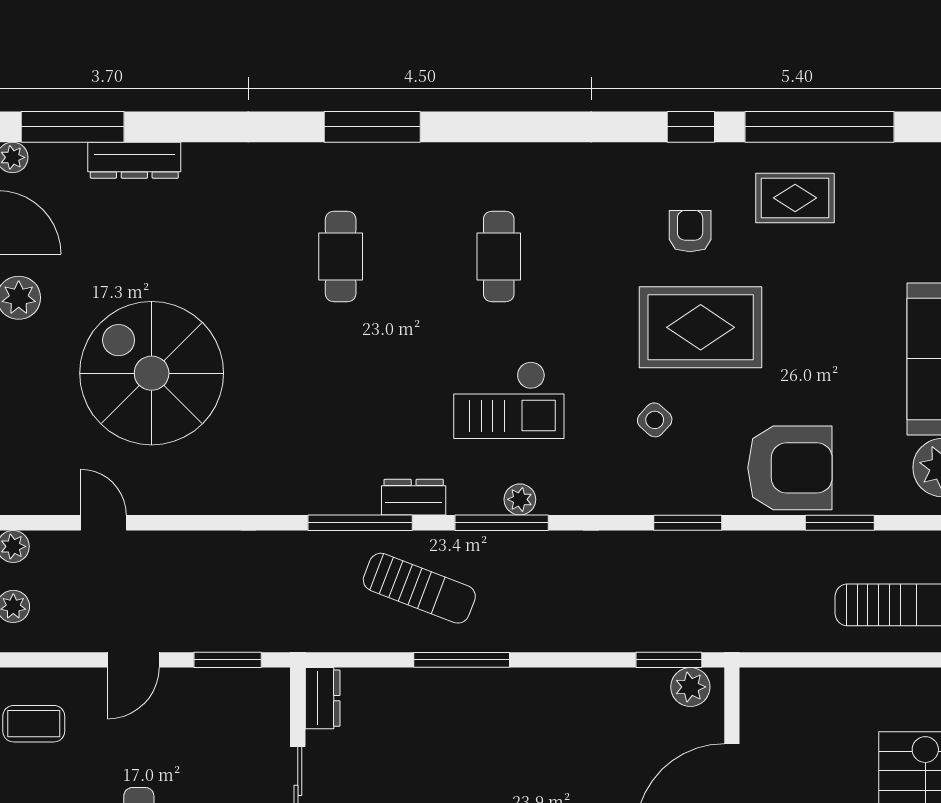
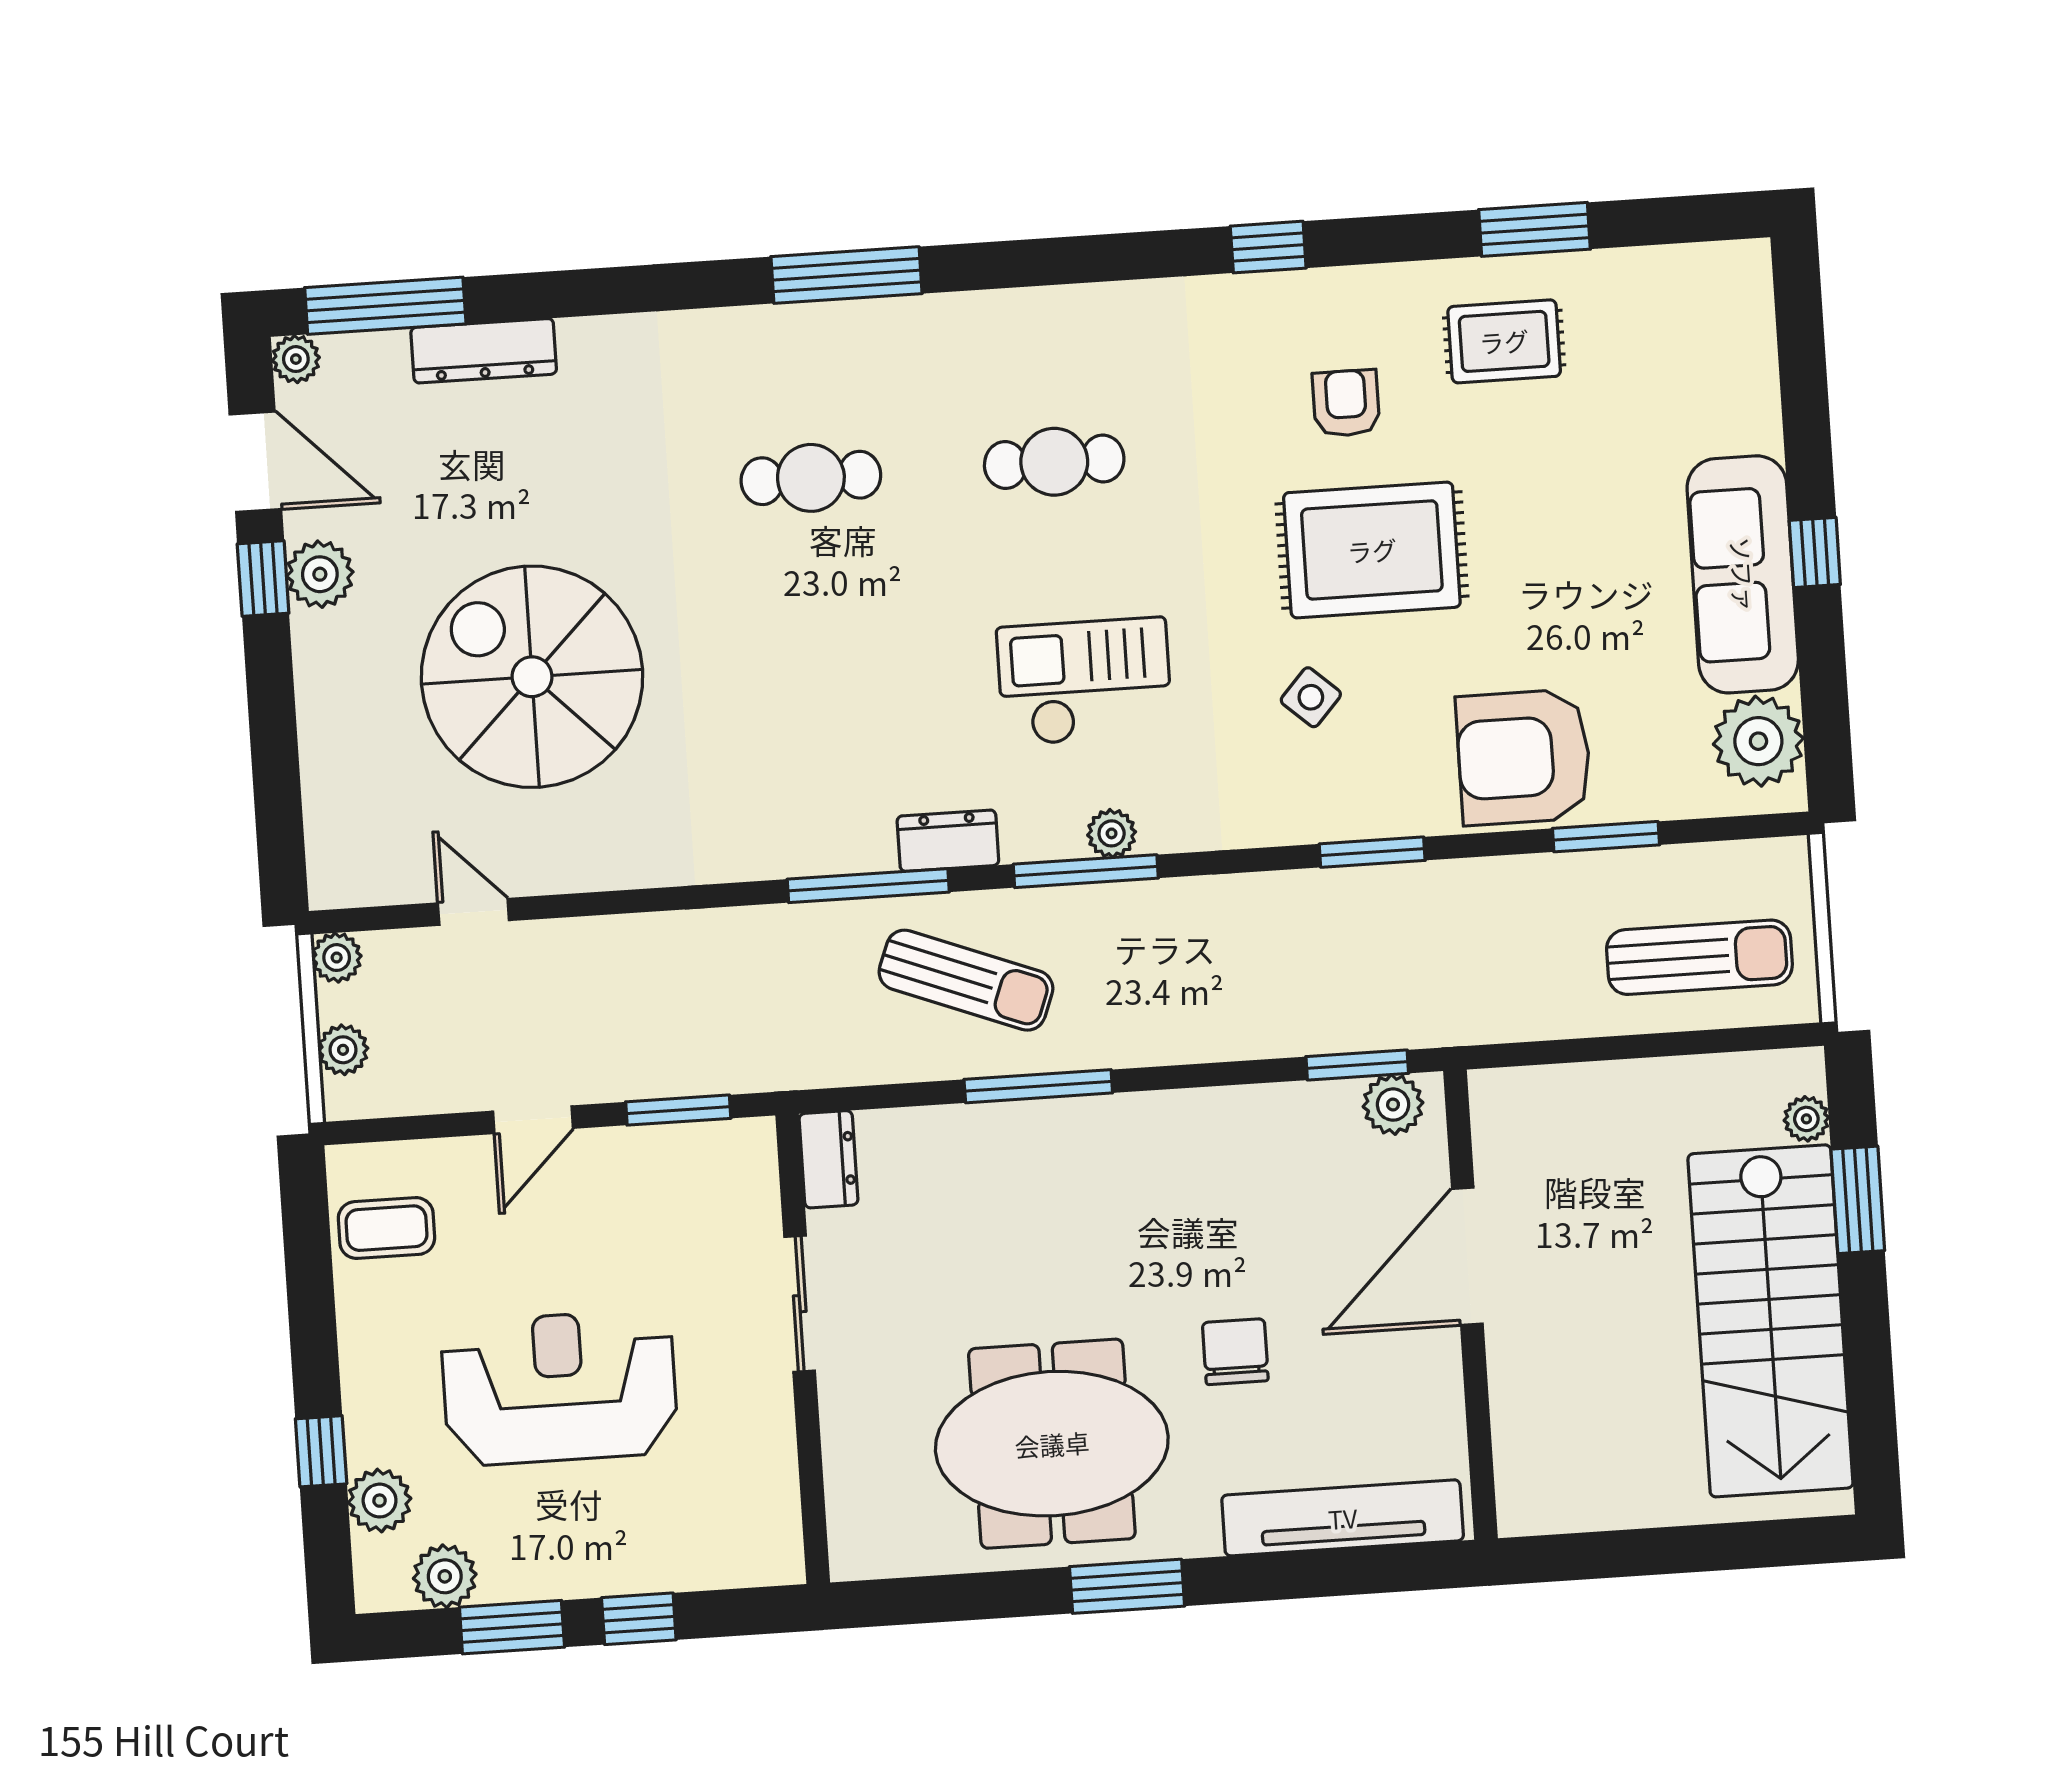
window: (691, 127) -> (1268, 247), moved
window: (819, 127) -> (1534, 229), width x0.47
cafe table: (341, 256) -> (811, 478), turned 90
cafe table: (499, 256) -> (1054, 462), turned 90
checkout: (509, 400) -> (1085, 682), turned 180
armchair: (790, 468) -> (1524, 757), turned 180

